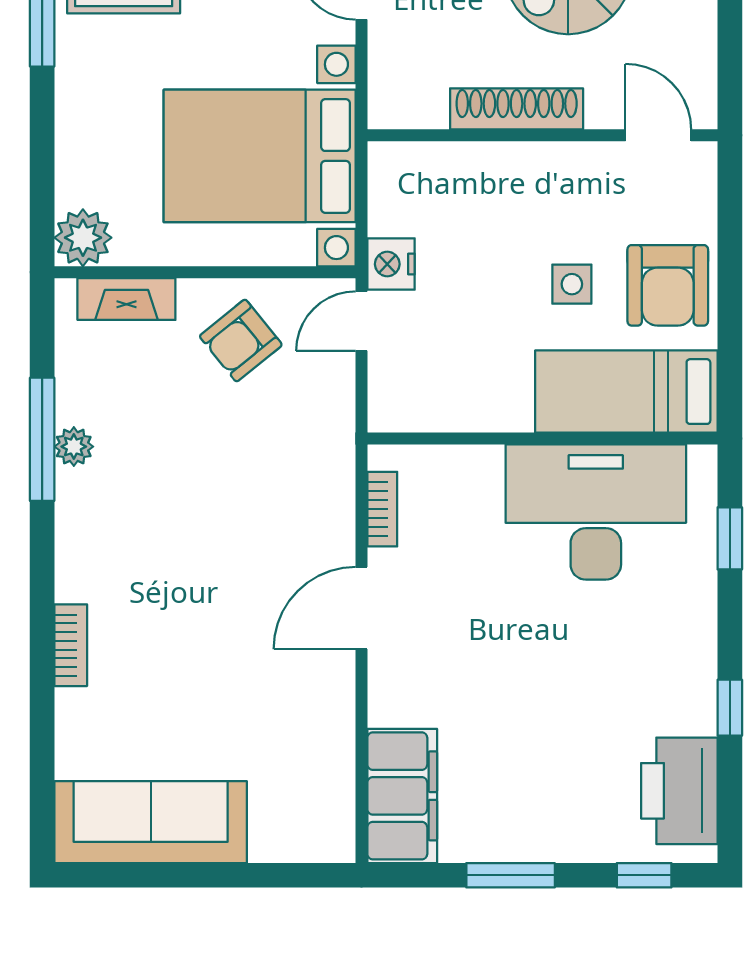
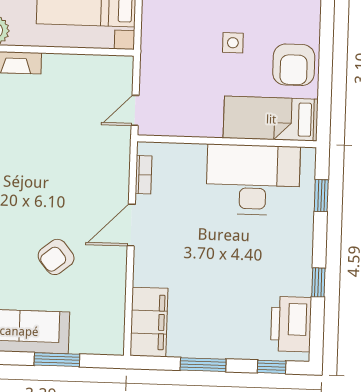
nightstand: (391, 264) -> (152, 49), removed
side table: (572, 284) -> (233, 43), moved
door: (362, 321) -> (135, 110), moved
armchair: (241, 341) -> (56, 257), moved
window: (225, 875) -> (57, 360), added

